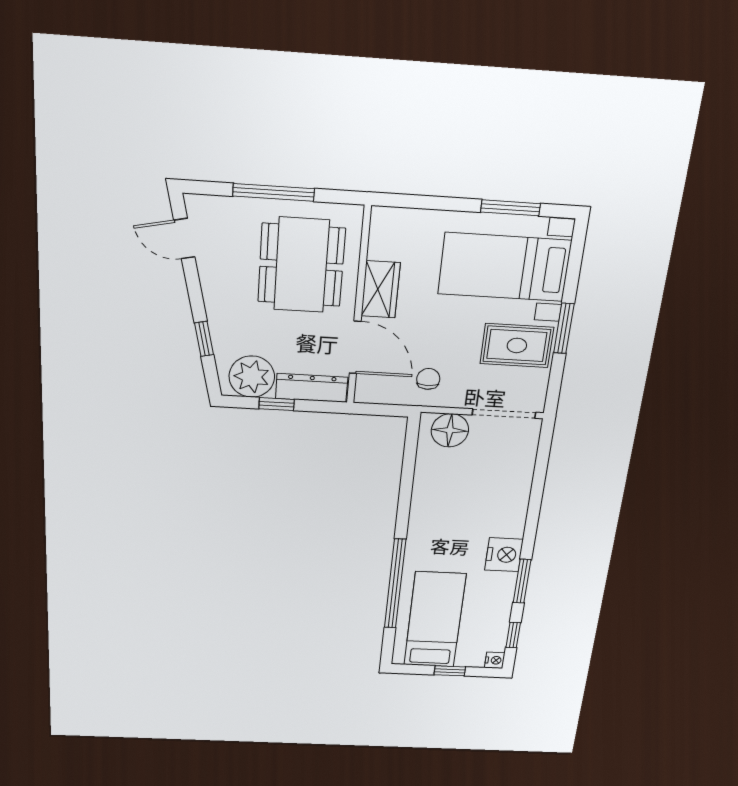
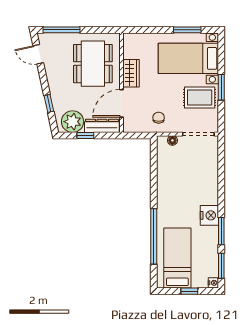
window: (274, 192) -> (61, 30), moved
door: (355, 347) -> (121, 103), swing flipped
floor lamp: (450, 430) -> (172, 140), width x0.53, depth x0.53
window: (513, 635) -> (221, 266), width x1.50

